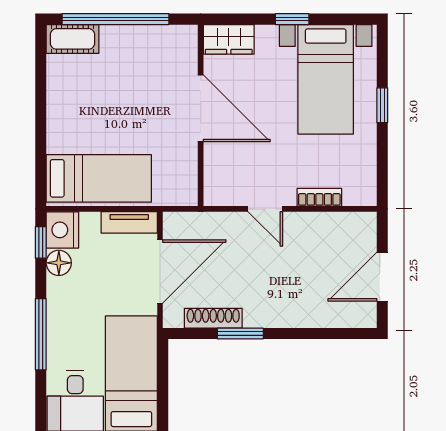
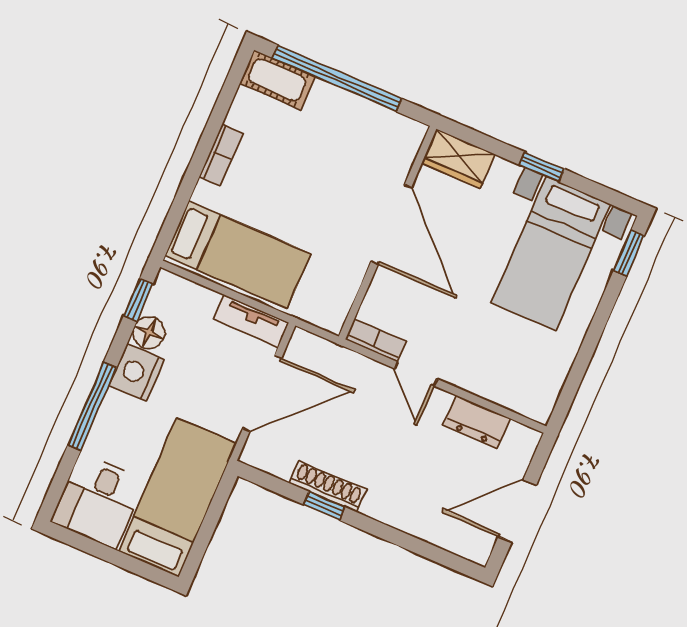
window: (382, 105) -> (629, 253), moved
bookcase: (55, 111) -> (221, 155), added
bookcase: (319, 197) -> (375, 340), moved
dresser: (325, 225) -> (477, 422), added
nightstand: (62, 230) -> (137, 373), moved
shoe rack: (213, 318) -> (328, 486), moved
window: (240, 334) -> (324, 506), width x0.67

